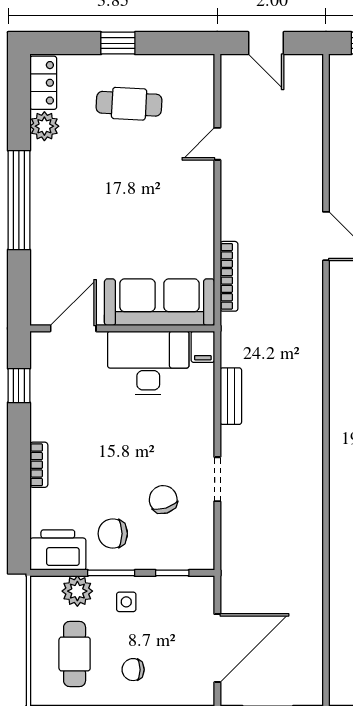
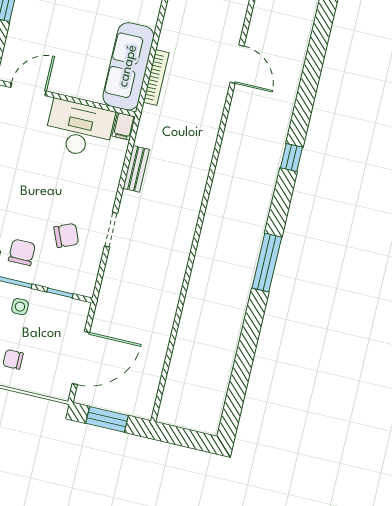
sofa: (159, 302) -> (128, 66), moved, turned -90
chair: (163, 500) -> (66, 235), turned 84
chair: (113, 534) -> (22, 252), turned 90

